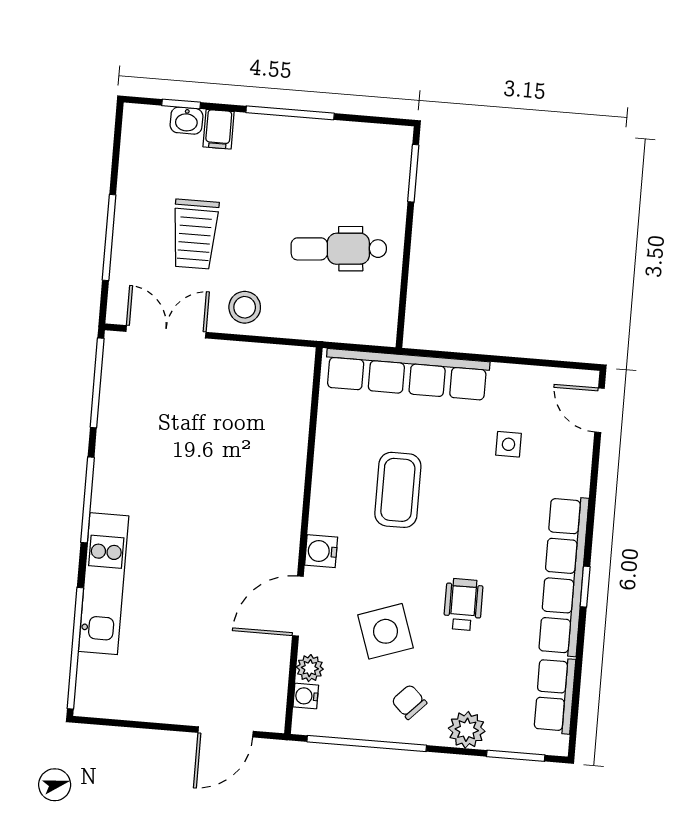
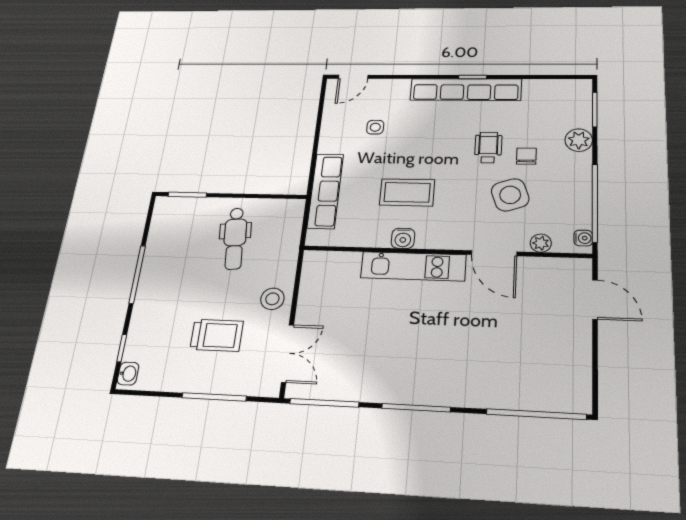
washbasin: (186, 121) -> (128, 374), moved
filing cabinet: (219, 129) -> (143, 322), removed
double door: (166, 332) -> (288, 353), swing flipped
row of seats: (407, 374) -> (325, 191), width x0.73
water cooler: (321, 551) -> (403, 238), moved
kitchen unit: (104, 584) -> (413, 266), moved, turned 180
wheelchair: (463, 605) -> (488, 147), turned 90
row of seats: (555, 695) -> (550, 89), removed
water cooler: (306, 696) -> (583, 238), moved, turned -90
chair: (409, 702) -> (526, 156), moved, turned 136

